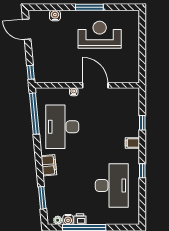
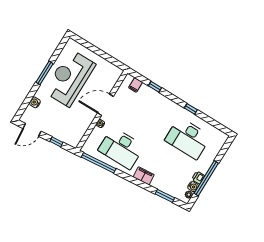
reception desk: (100, 35) -> (70, 78), width x1.36, depth x1.30
window: (31, 72) -> (56, 142), moved
filing cabinet: (132, 143) -> (136, 85), moved
desk: (112, 185) -> (188, 138), turned 180

